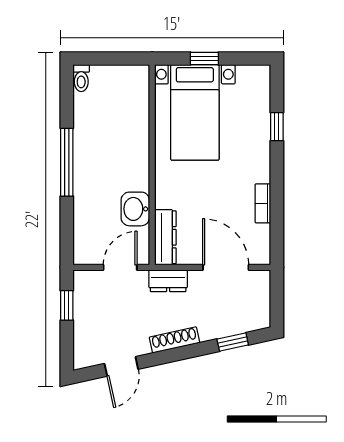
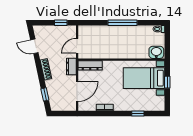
washbasin: (135, 209) -> (156, 52), moved
door: (120, 267) -> (77, 46), swing flipped

